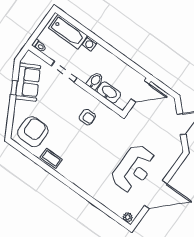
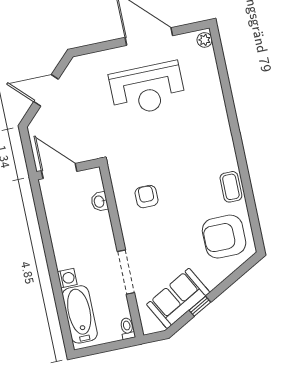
bidet: (95, 81) -> (100, 230), removed
washbasin: (109, 92) -> (99, 202), width x0.52, depth x0.69
reception desk: (134, 169) -> (147, 89), turned 180

